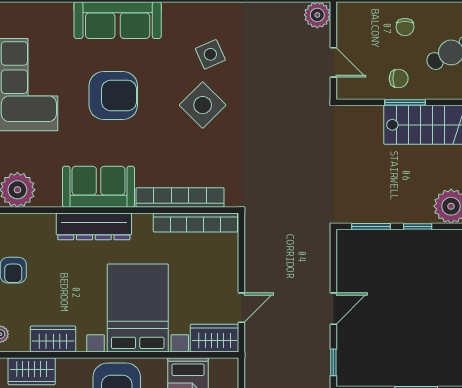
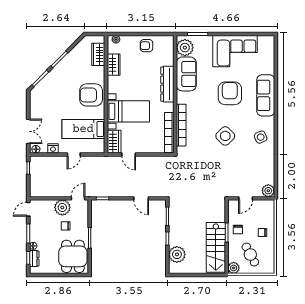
side table: (210, 54) -> (261, 137), moved
armchair: (113, 95) -> (230, 93), turned 180
sofa: (99, 187) -> (186, 74), moved
bed with nightstands: (138, 308) -> (128, 111), width x0.73
door: (333, 309) -> (141, 198), moved

